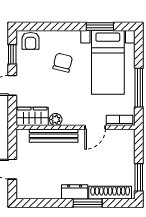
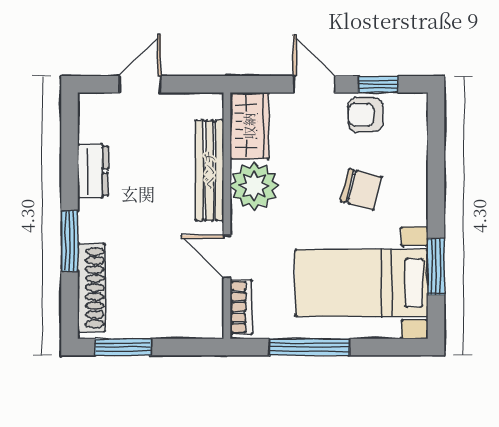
armchair: (31, 41) -> (365, 115), moved
plant: (56, 120) -> (254, 186), width x1.88, depth x1.88
dresser: (75, 192) -> (93, 171), moved

